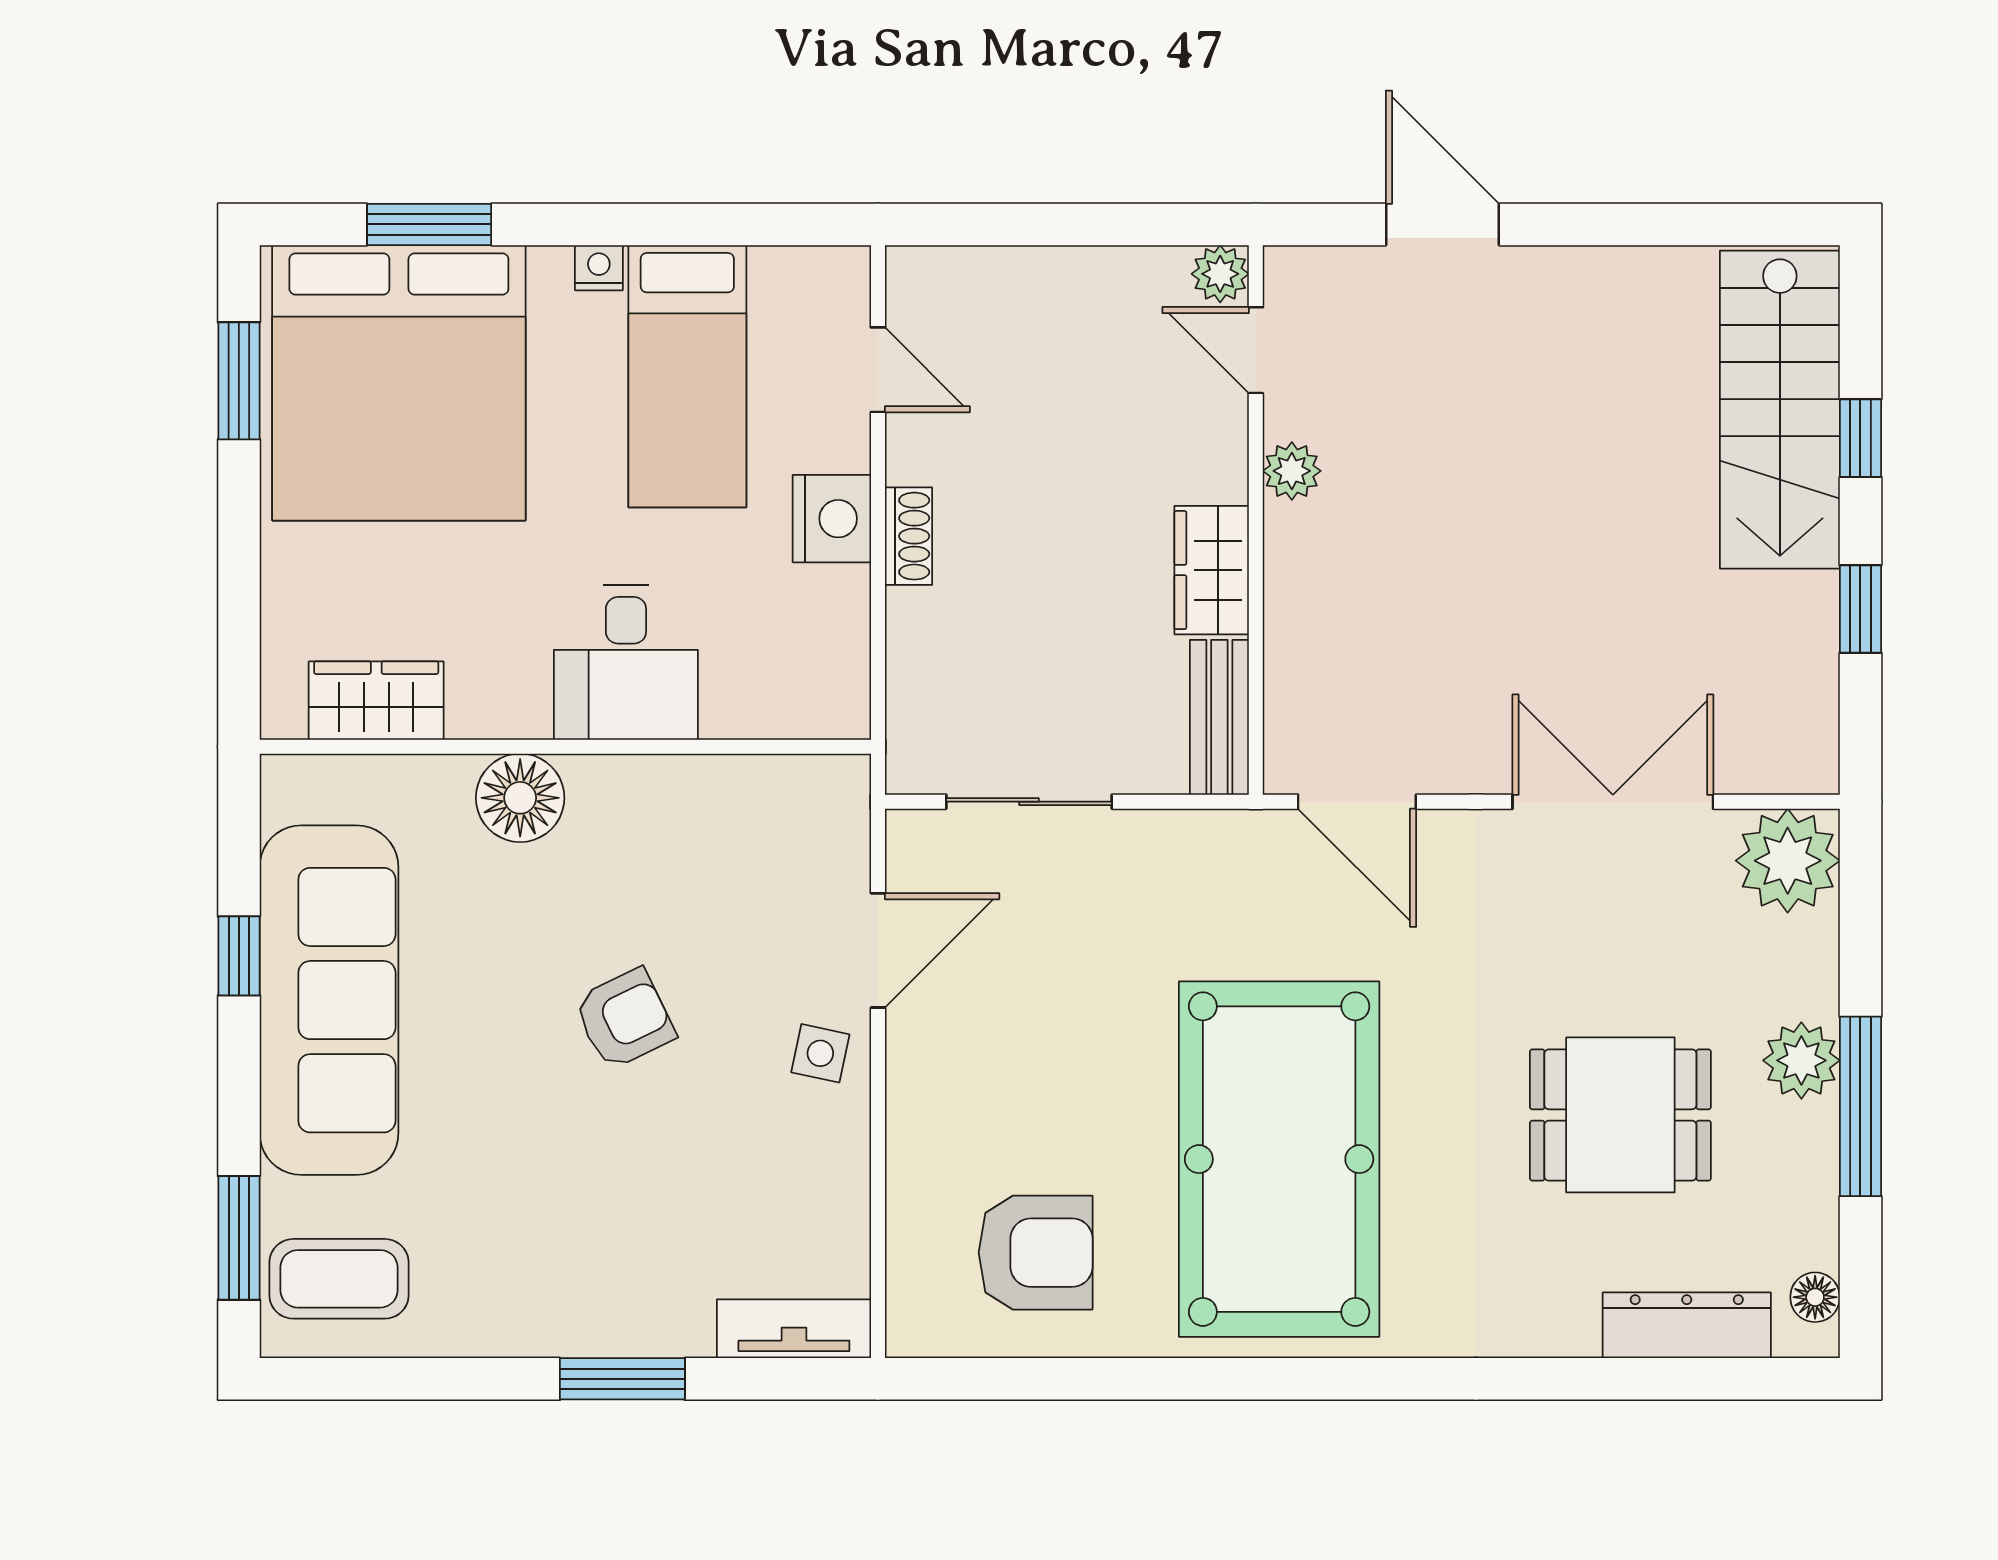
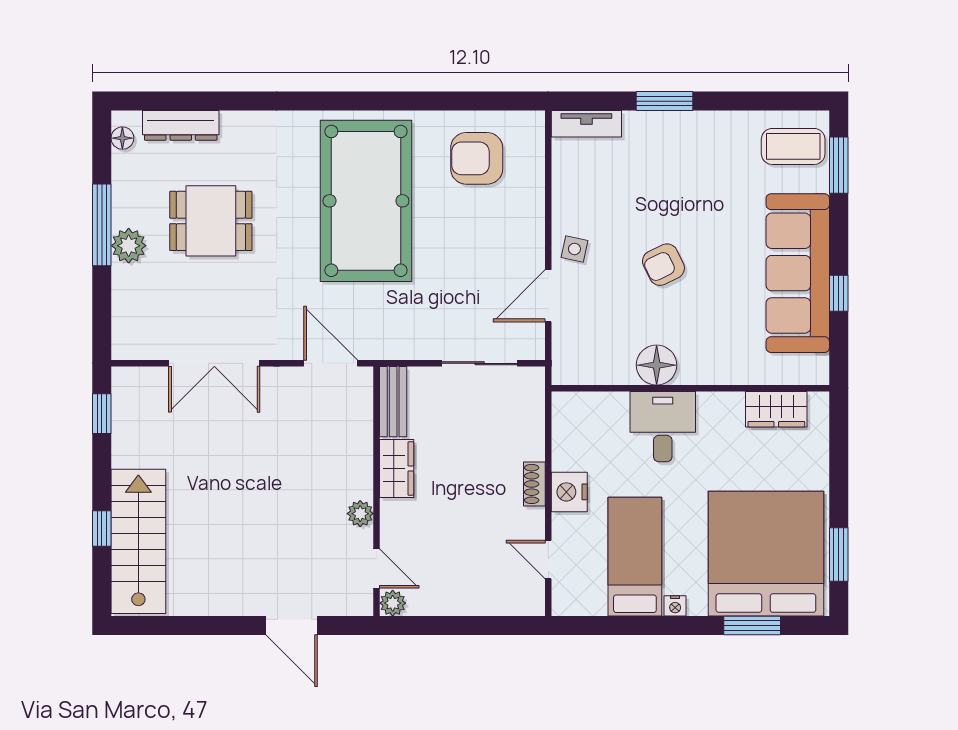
window: (1860, 609) -> (102, 414), moved
floor lamp: (520, 798) -> (657, 365), moved
plant: (1788, 861) -> (135, 336), removed

